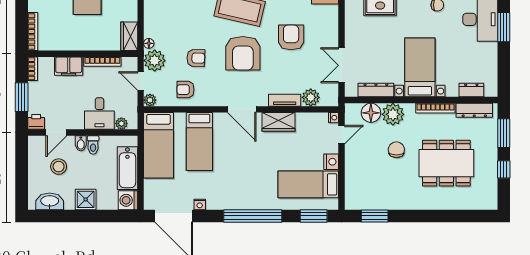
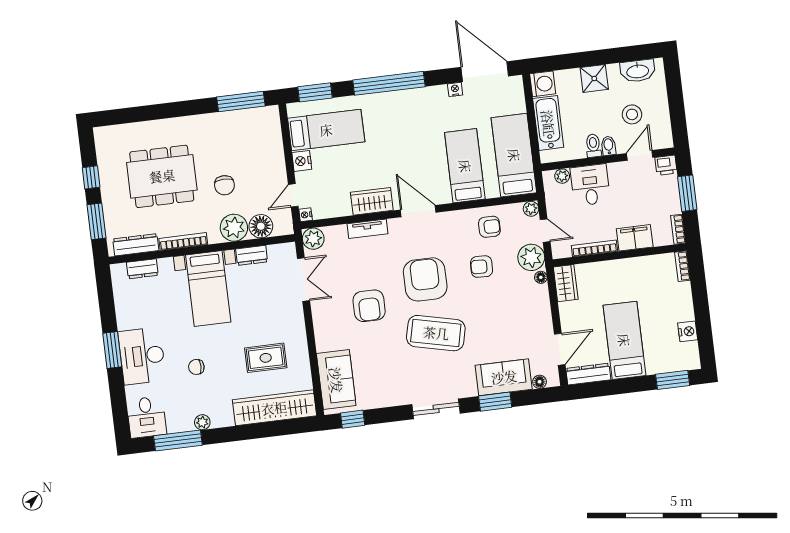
bookcase: (33, 32) -> (682, 266), width x0.64
dresser: (376, 90) -> (252, 255), width x0.70
plant: (311, 97) -> (313, 239), moved
window: (375, 216) -> (241, 102), width x1.44

